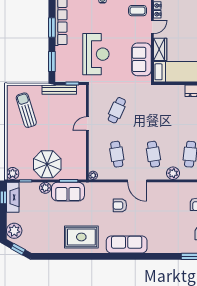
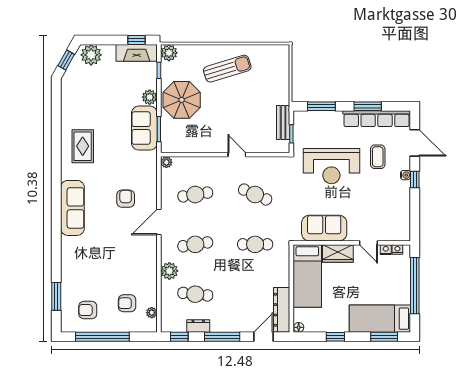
coffee table: (138, 11) -> (378, 157), moved
bench: (59, 90) -> (283, 122), width x0.73
sun lounger: (26, 110) -> (227, 69), moved
cafe table: (153, 110) -> (255, 244), added
rug: (81, 237) -> (83, 146), width x0.73, depth x0.70

